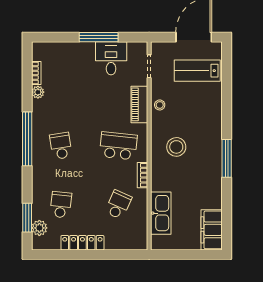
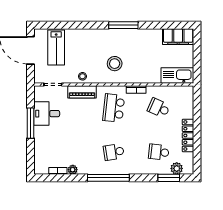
kitchen sink: (161, 213) -> (177, 75), moved

